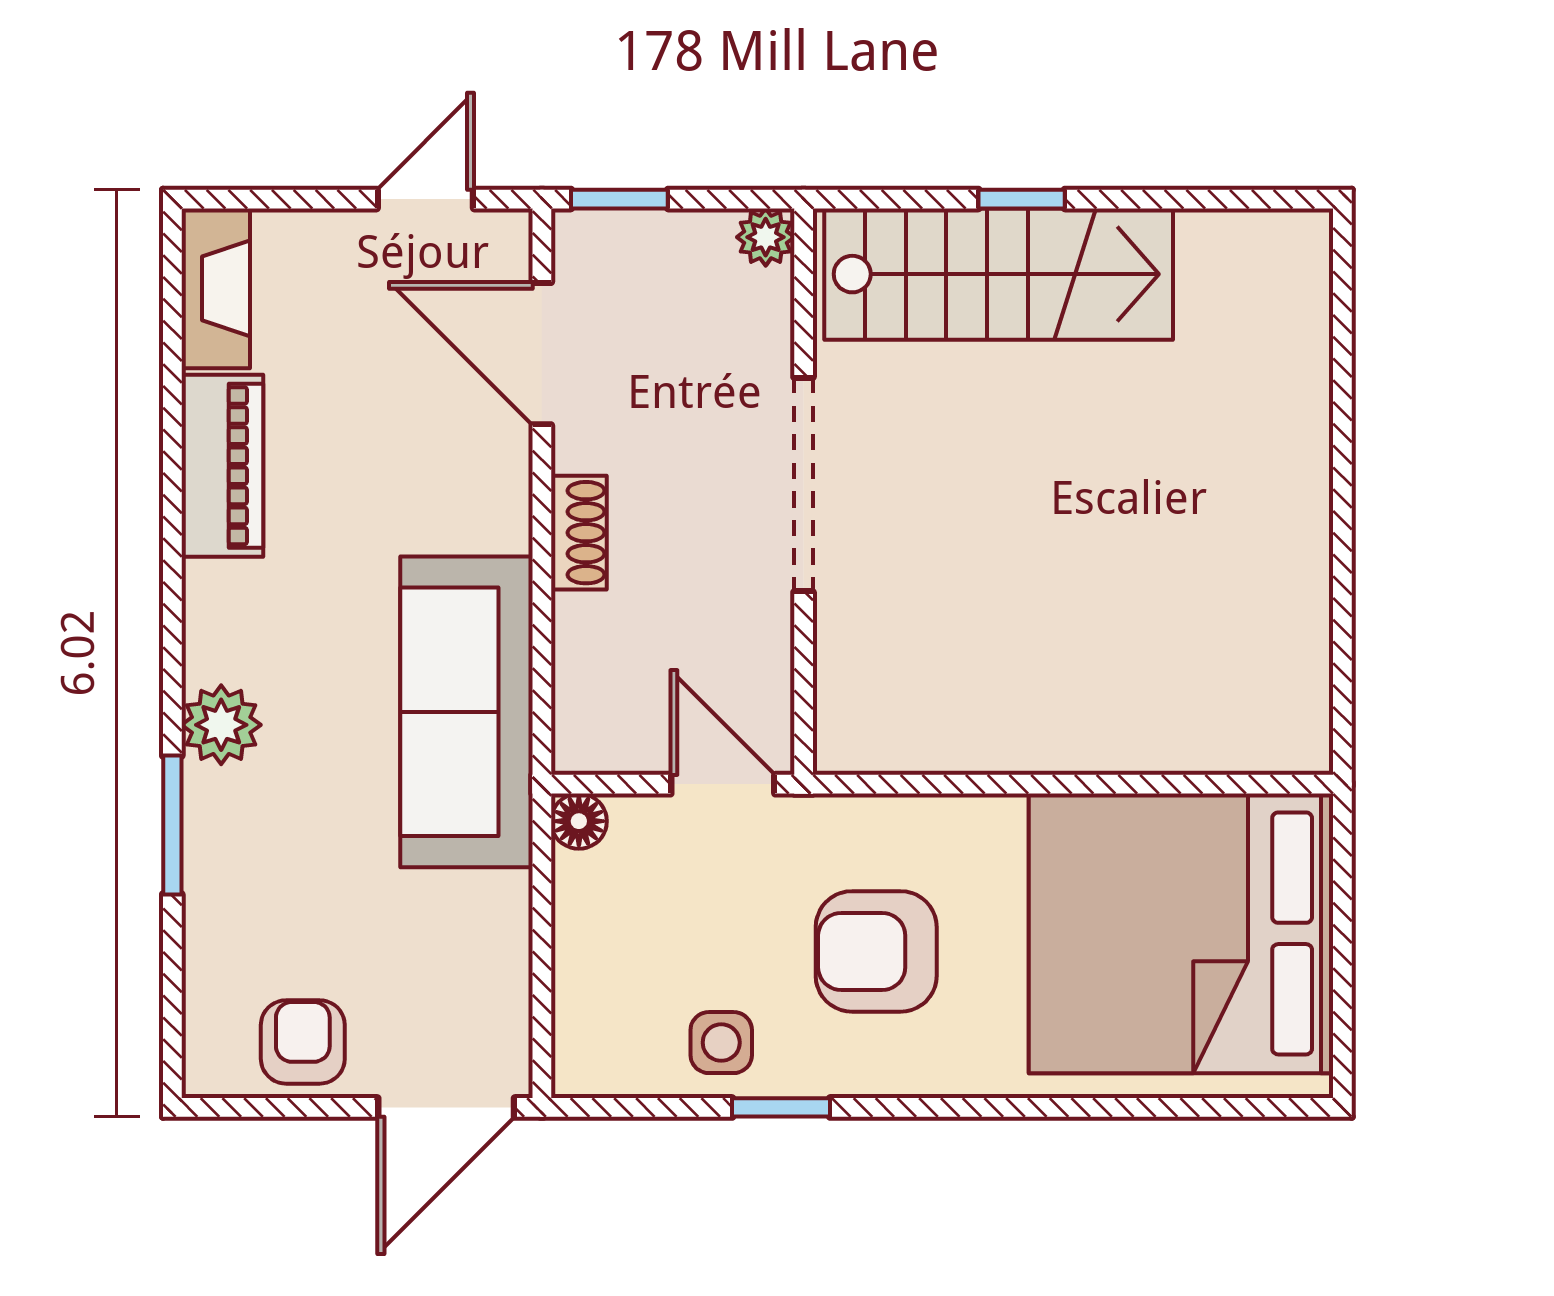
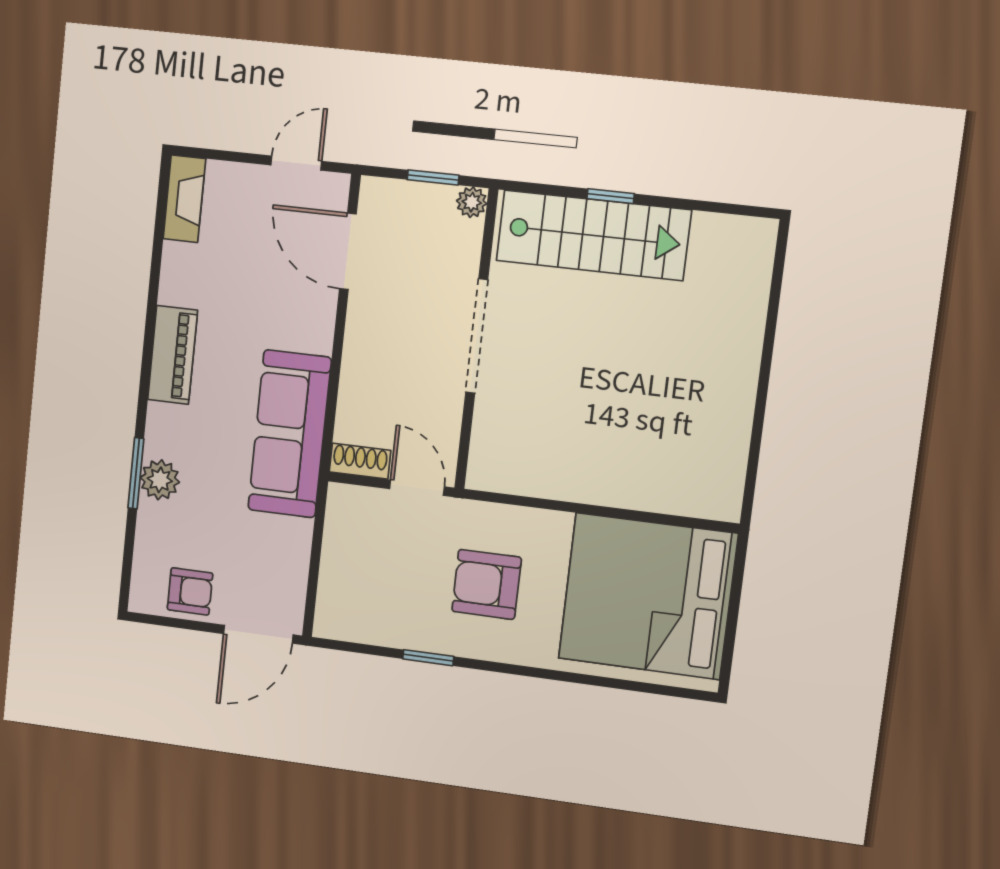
window: (619, 199) -> (433, 177), moved
piano: (222, 466) -> (173, 355), moved
shoe rack: (579, 533) -> (360, 461), moved, turned -90
plant: (221, 725) -> (160, 480), moved
floor lamp: (579, 821) -> (341, 497), removed
armchair: (303, 1042) -> (190, 591), turned 90
side table: (721, 1043) -> (401, 620), removed

